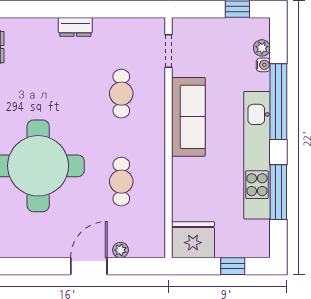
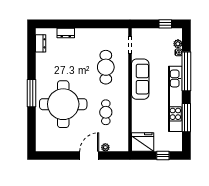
dresser: (75, 27) -> (66, 33), moved
cafe table: (121, 94) -> (106, 67), width x1.37, depth x1.35

